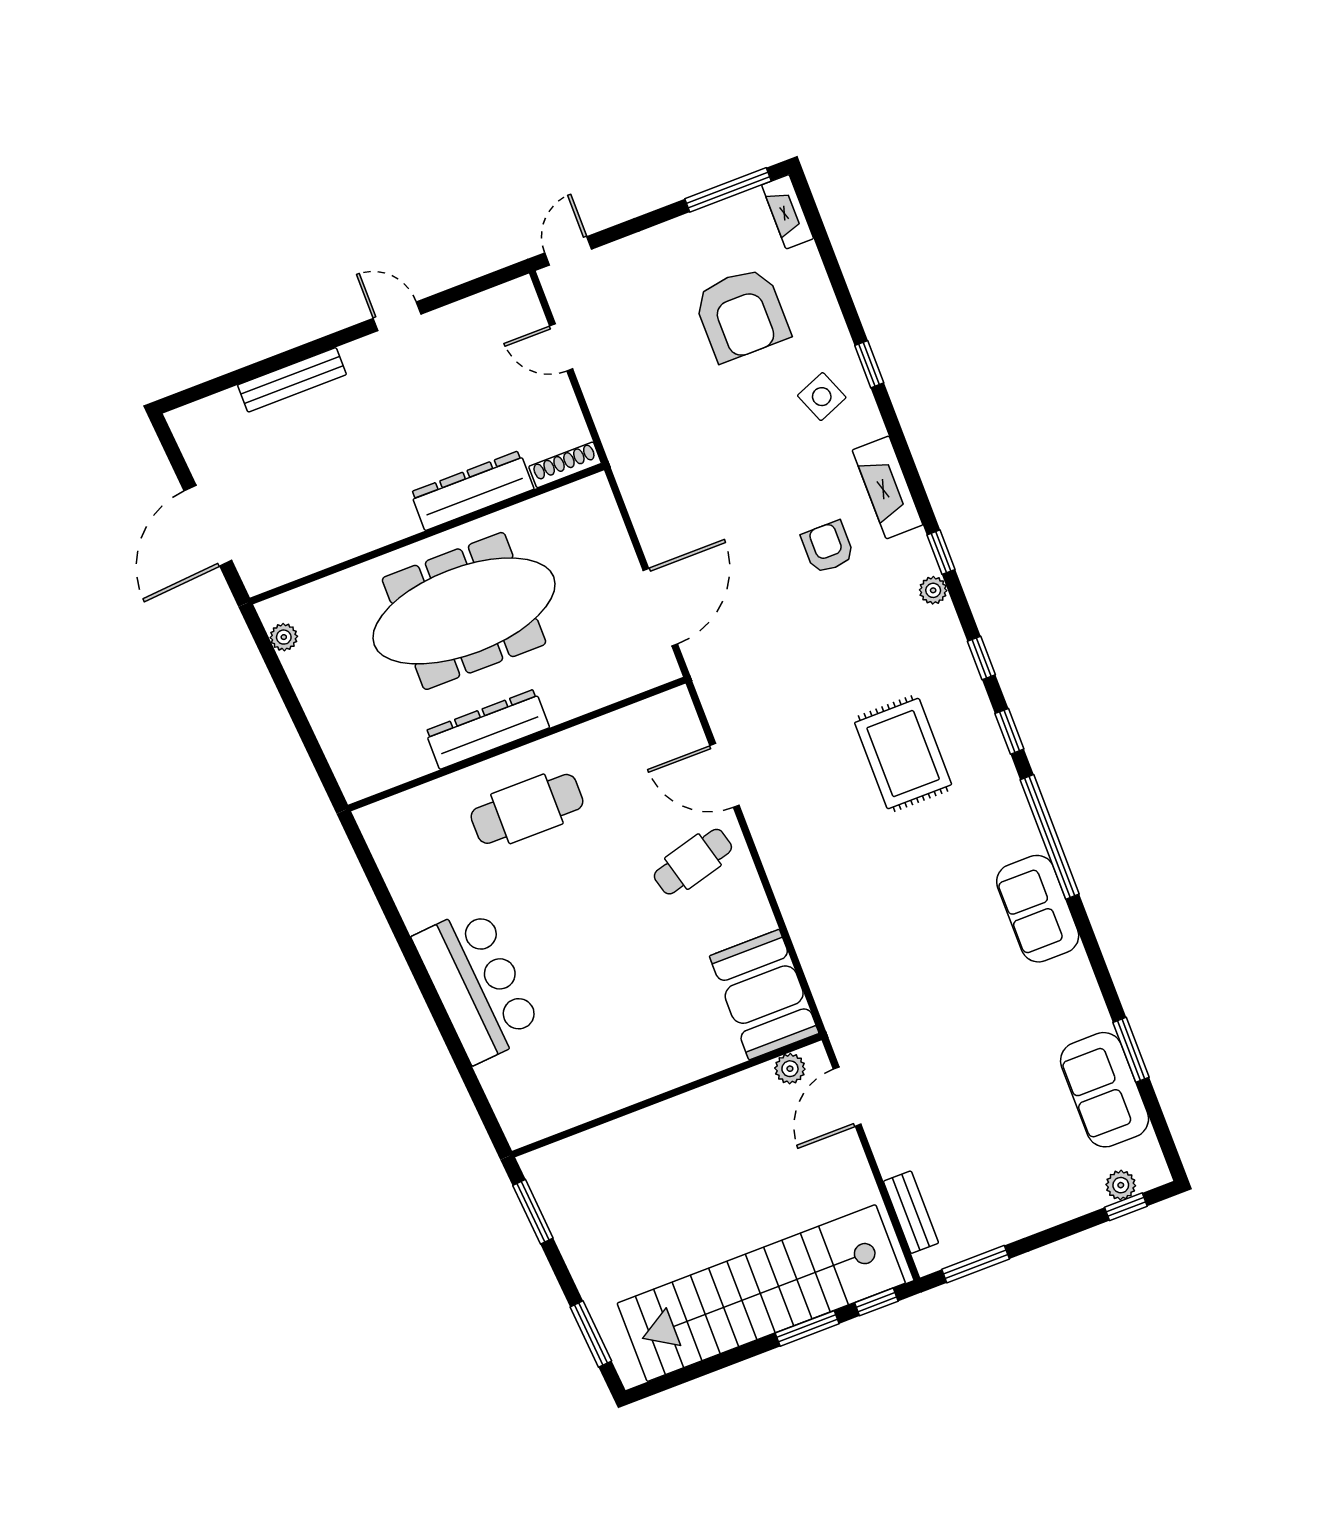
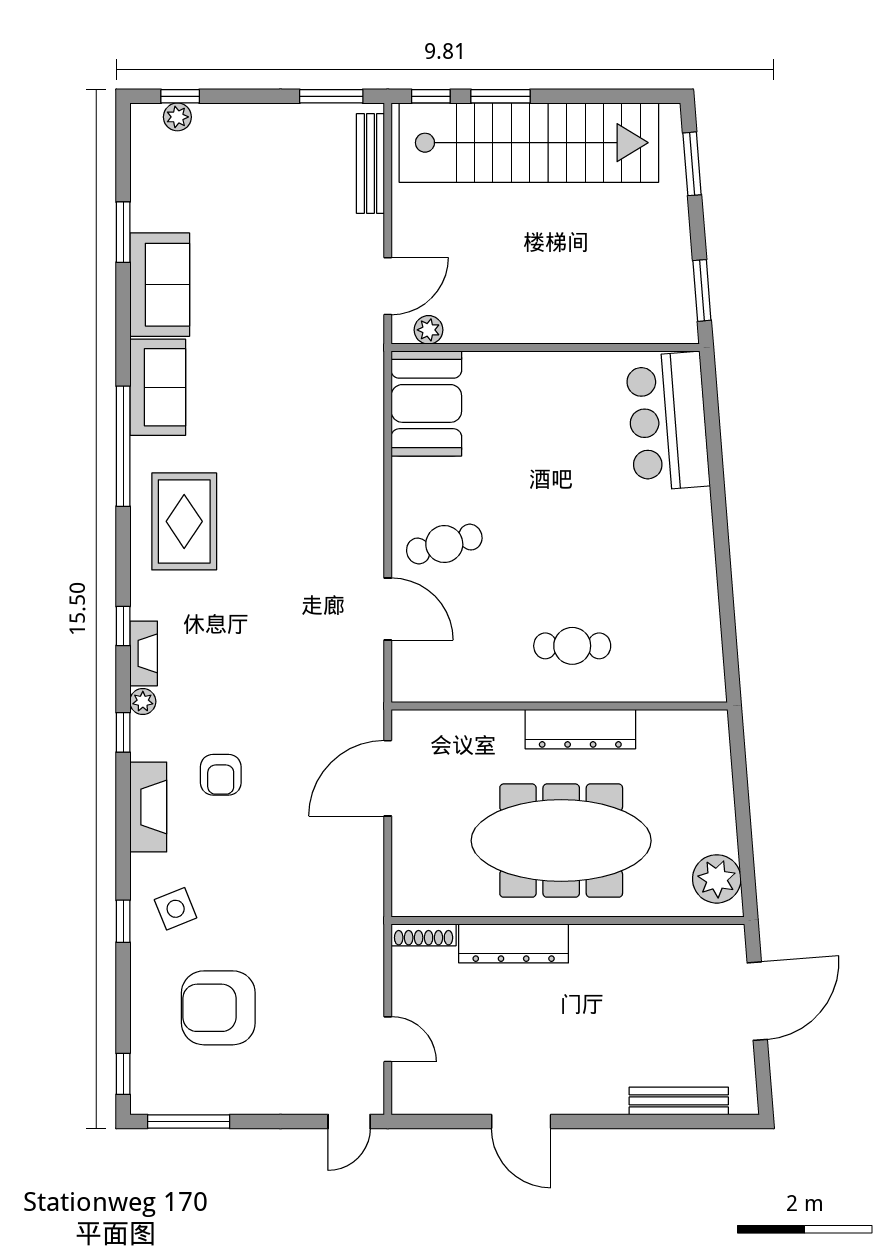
fireplace: (788, 212) -> (144, 653), moved
armchair: (742, 314) -> (218, 1008), turned -90
door: (397, 316) -> (521, 1121), width x1.38
bench: (292, 380) -> (679, 1101), moved
plant: (284, 637) -> (717, 879), width x1.88, depth x1.88
window: (1009, 731) -> (123, 1074), moved
rug: (903, 754) -> (184, 521), moved
cafe table: (527, 809) -> (572, 646), width x0.73, depth x0.74
bar counter: (477, 984) -> (668, 421), moved
sofa: (1105, 1090) -> (160, 285), moved
bench: (911, 1212) -> (370, 163), width x1.36

